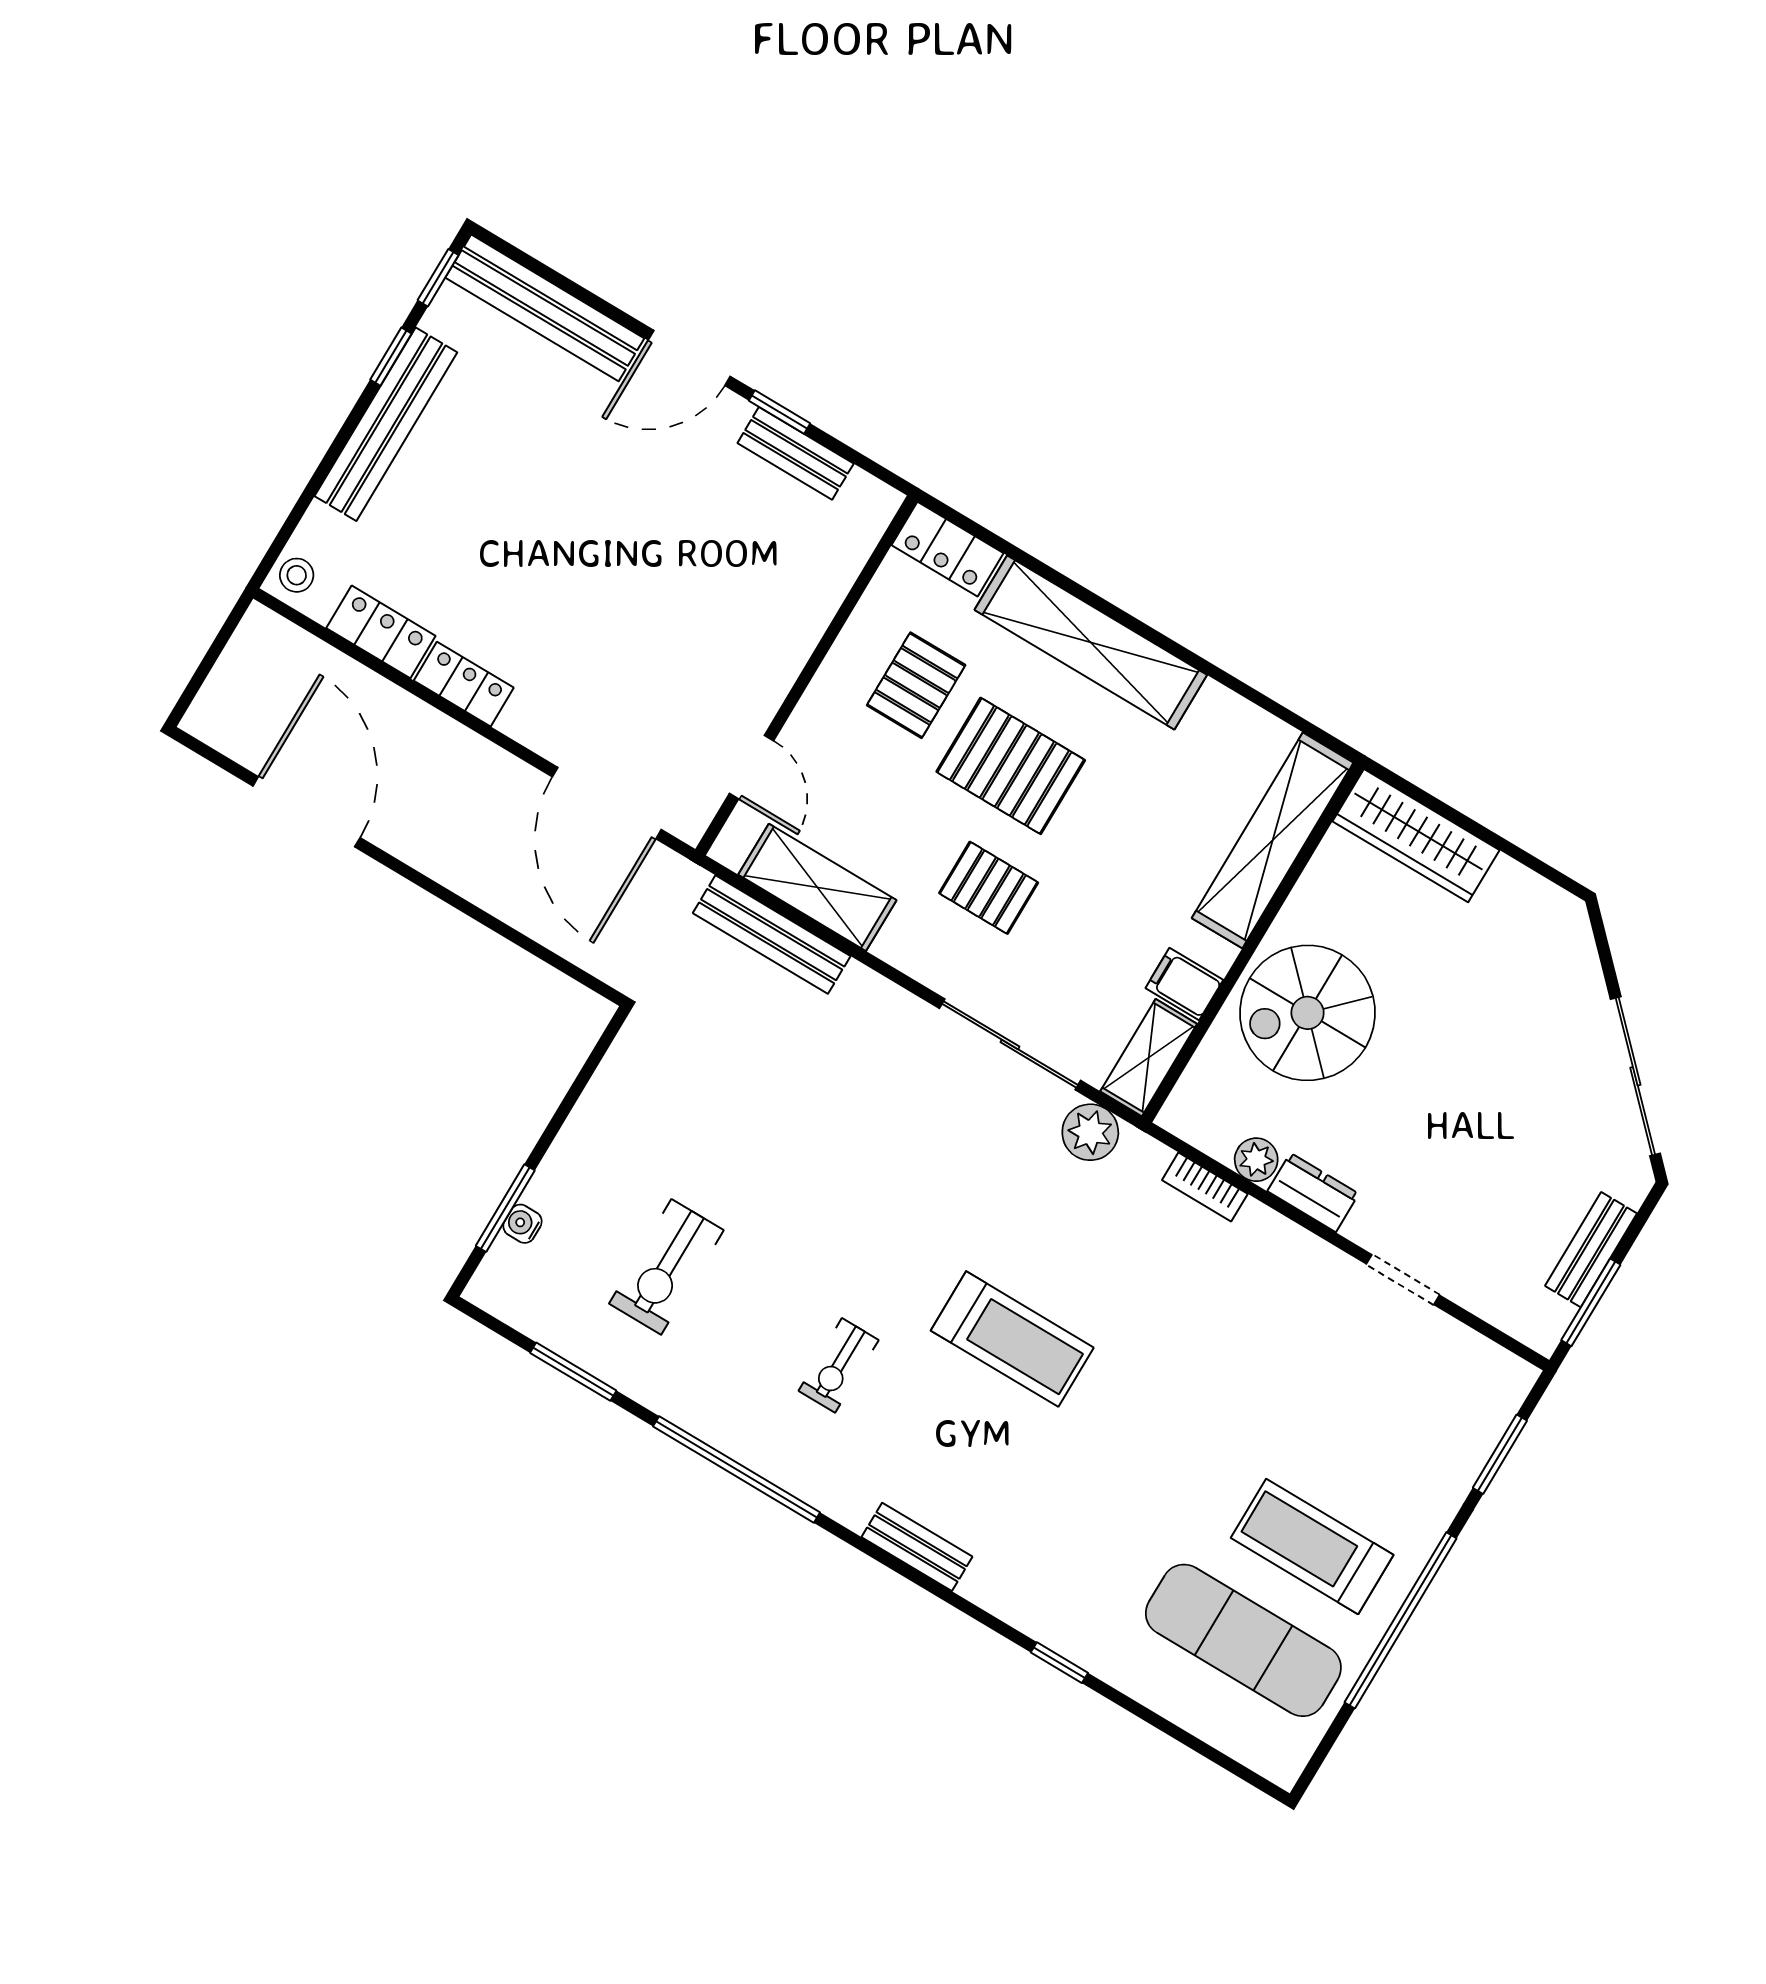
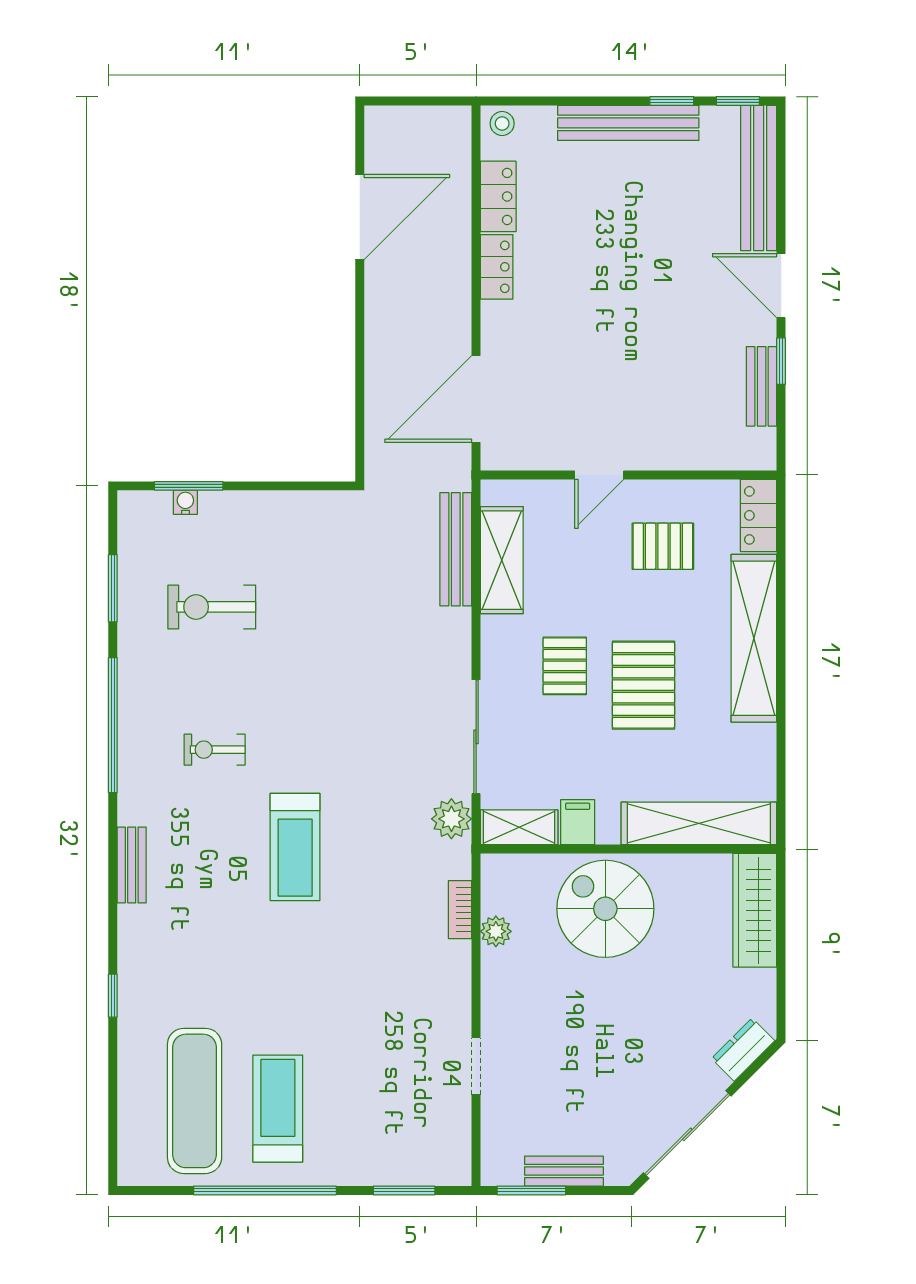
pallet: (1011, 766) -> (643, 685), moved
door: (752, 767) -> (599, 475), moved
dresser: (1313, 1192) -> (743, 1050), moved, turned -135

